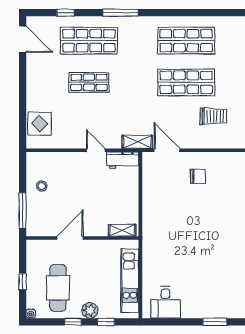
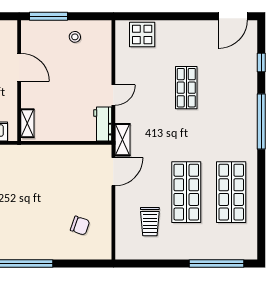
window: (120, 13) -> (261, 122), width x1.46
shop shelf: (89, 41) -> (231, 88), removed
chair: (198, 176) -> (80, 226), moved, turned -71

